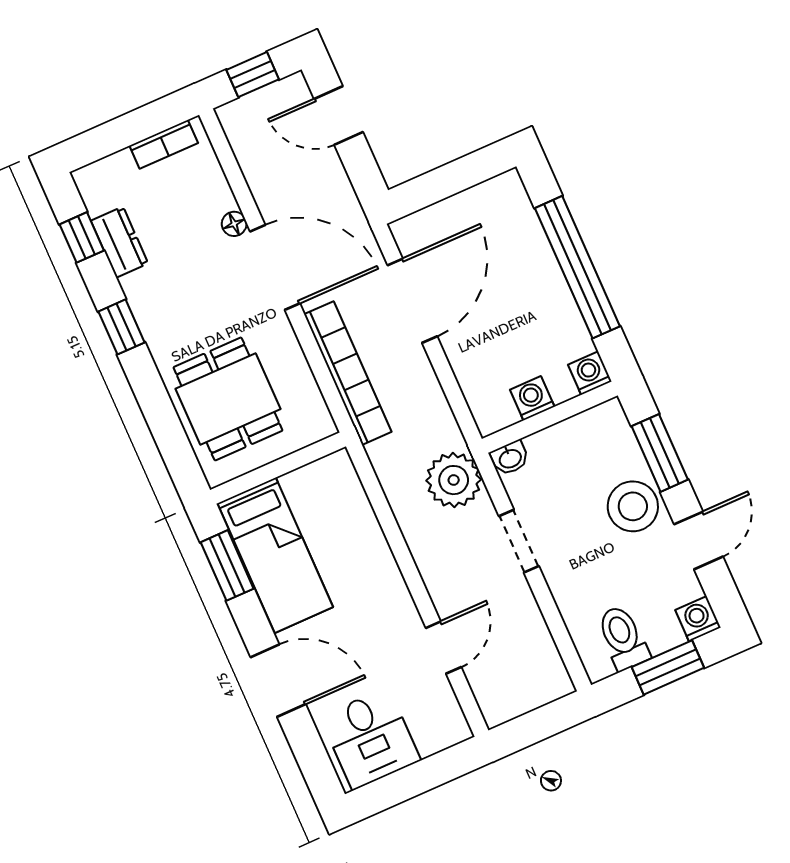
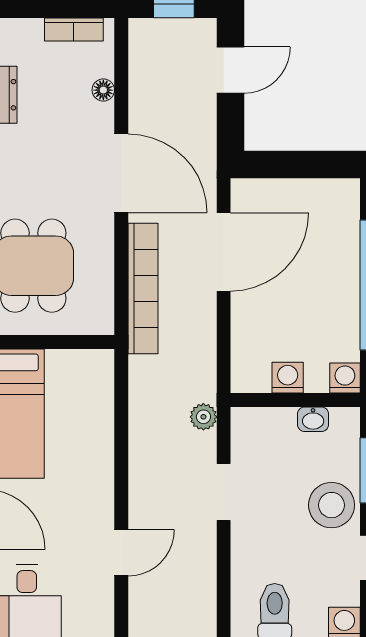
door: (338, 115) -> (230, 70), swing flipped
floor lamp: (234, 224) -> (103, 90), moved
washbasin: (510, 458) -> (313, 419), moved
plant: (454, 480) -> (203, 417), width x0.53, depth x0.53

